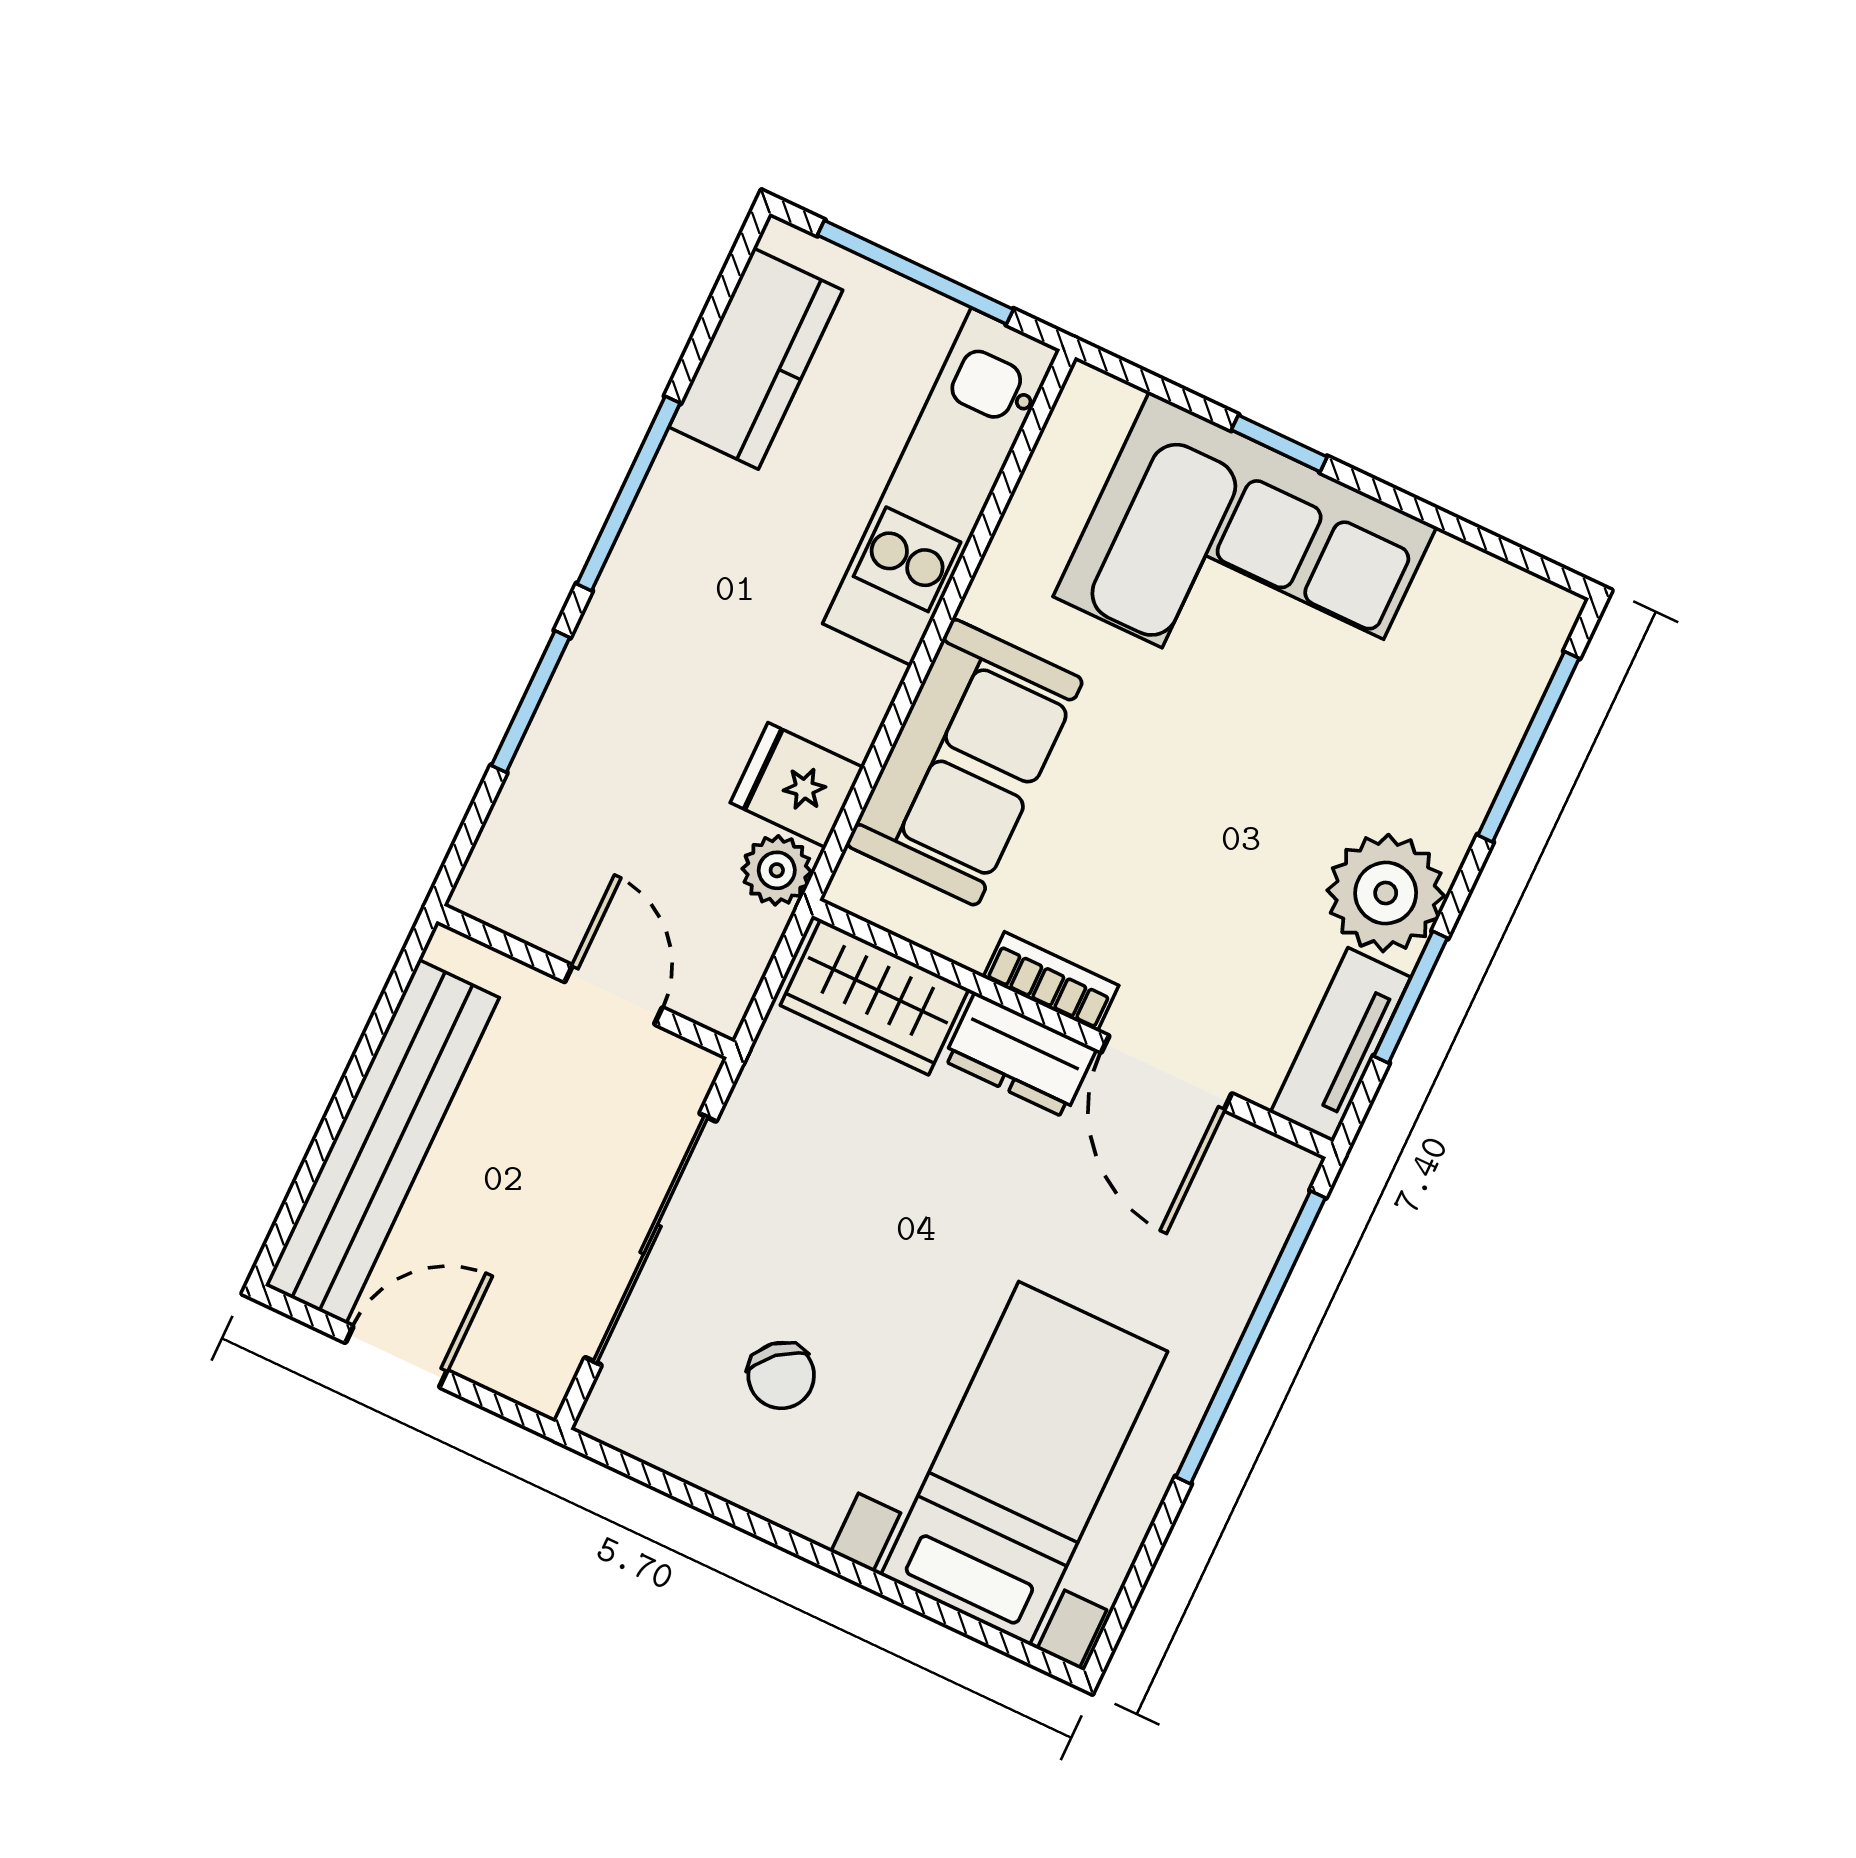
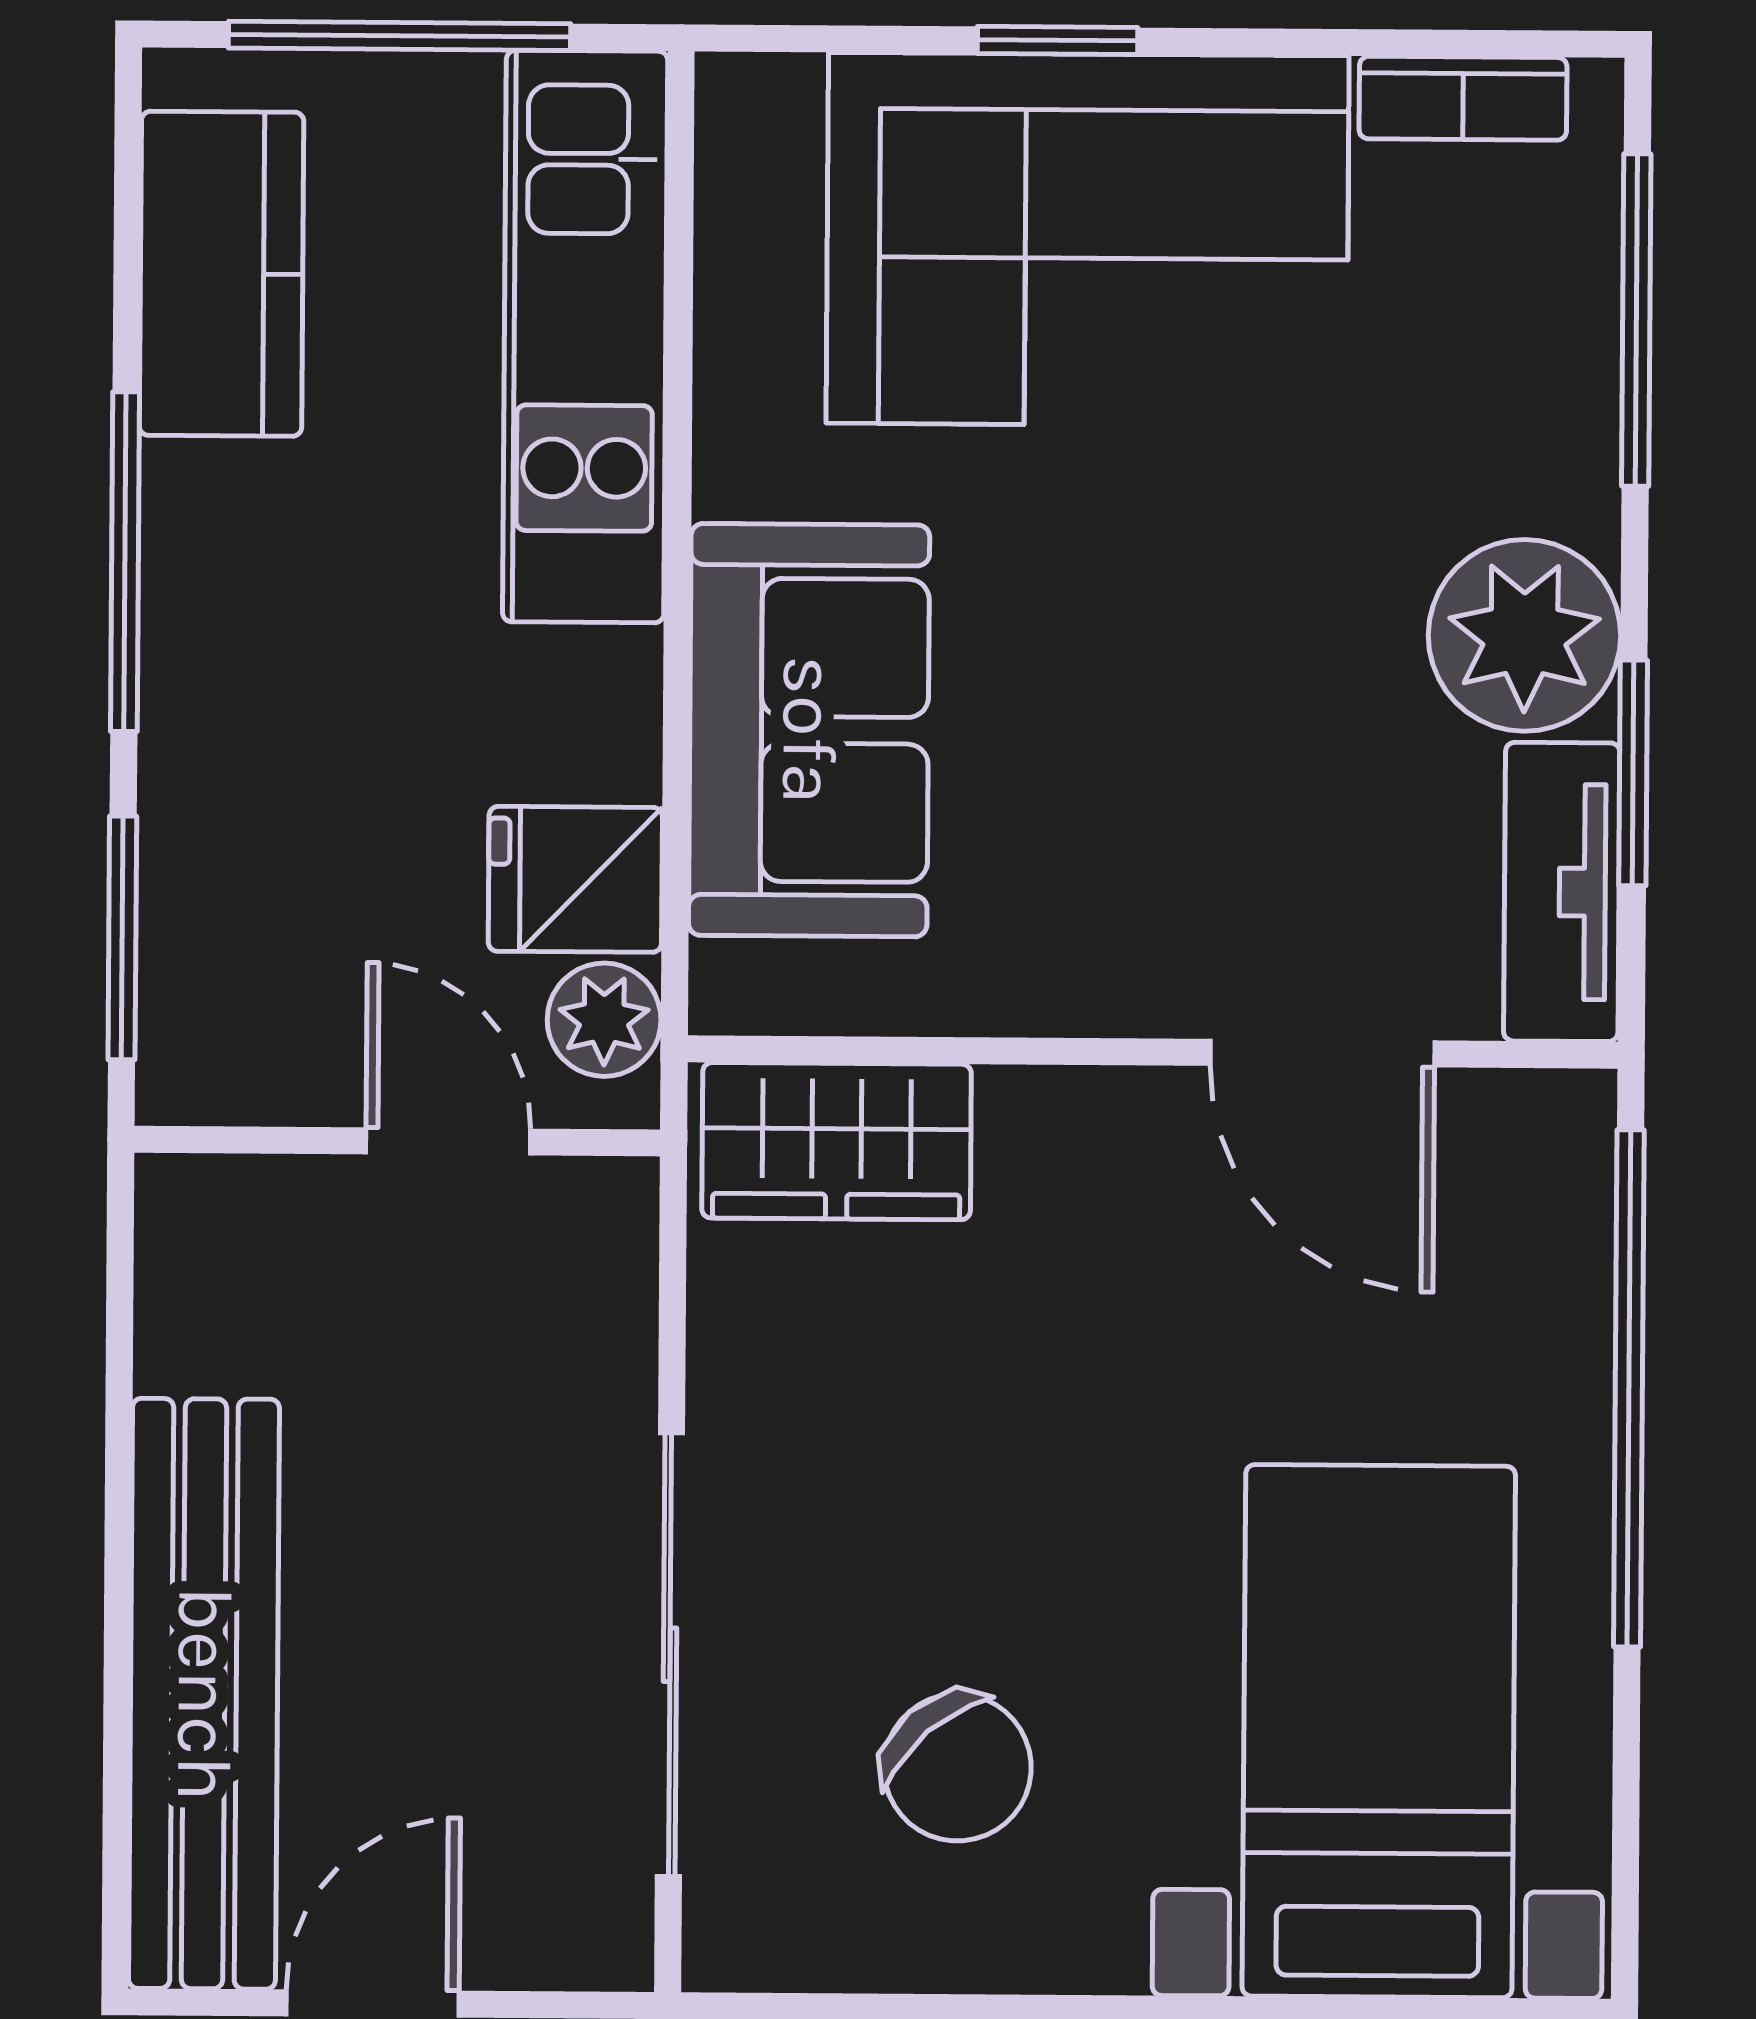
wall: (585, 981) -> (397, 1141), moved
bookcase: (1051, 981) -> (1463, 98), moved, turned 180
door: (614, 995) -> (448, 1141), moved
dresser: (1020, 1055) -> (1092, 1127), removed
chair: (781, 1375) -> (957, 1767), width x1.37, depth x1.37

